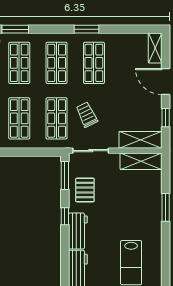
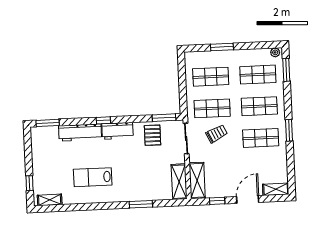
pallet: (85, 190) -> (153, 135), turned 90
window: (65, 216) -> (103, 120), moved

